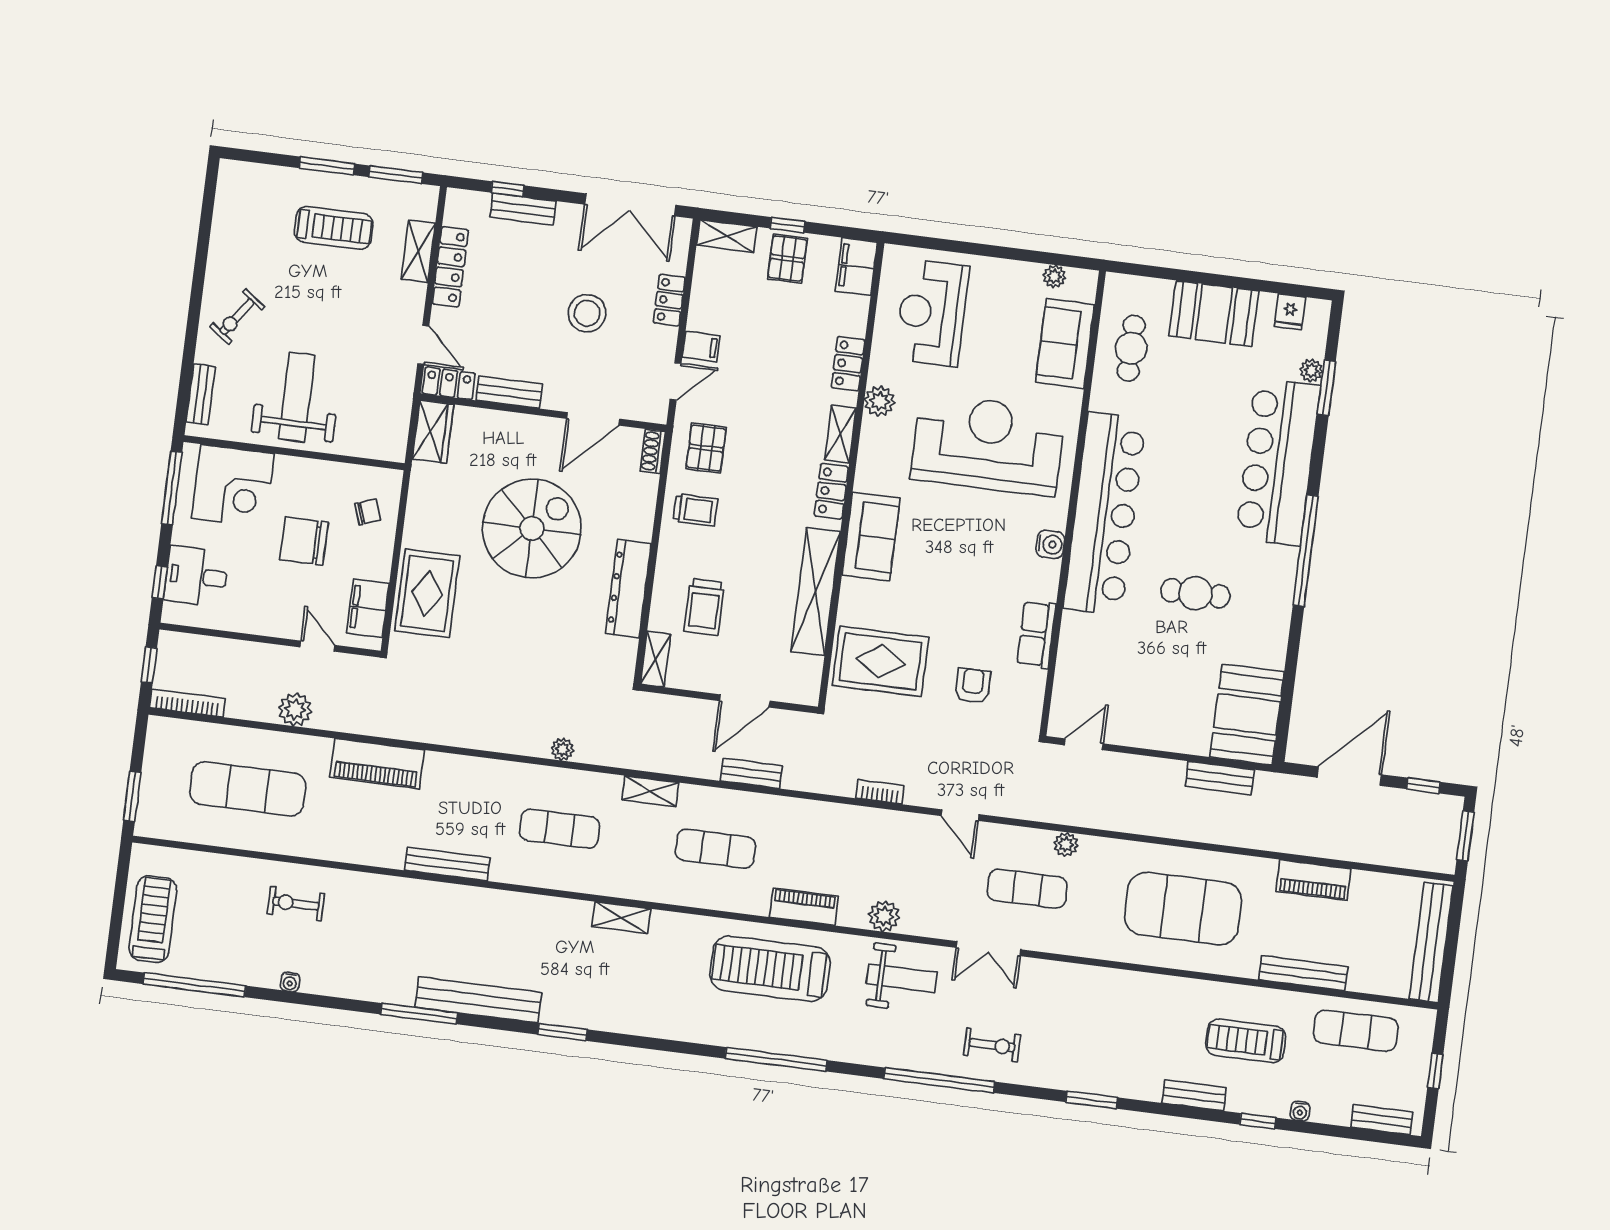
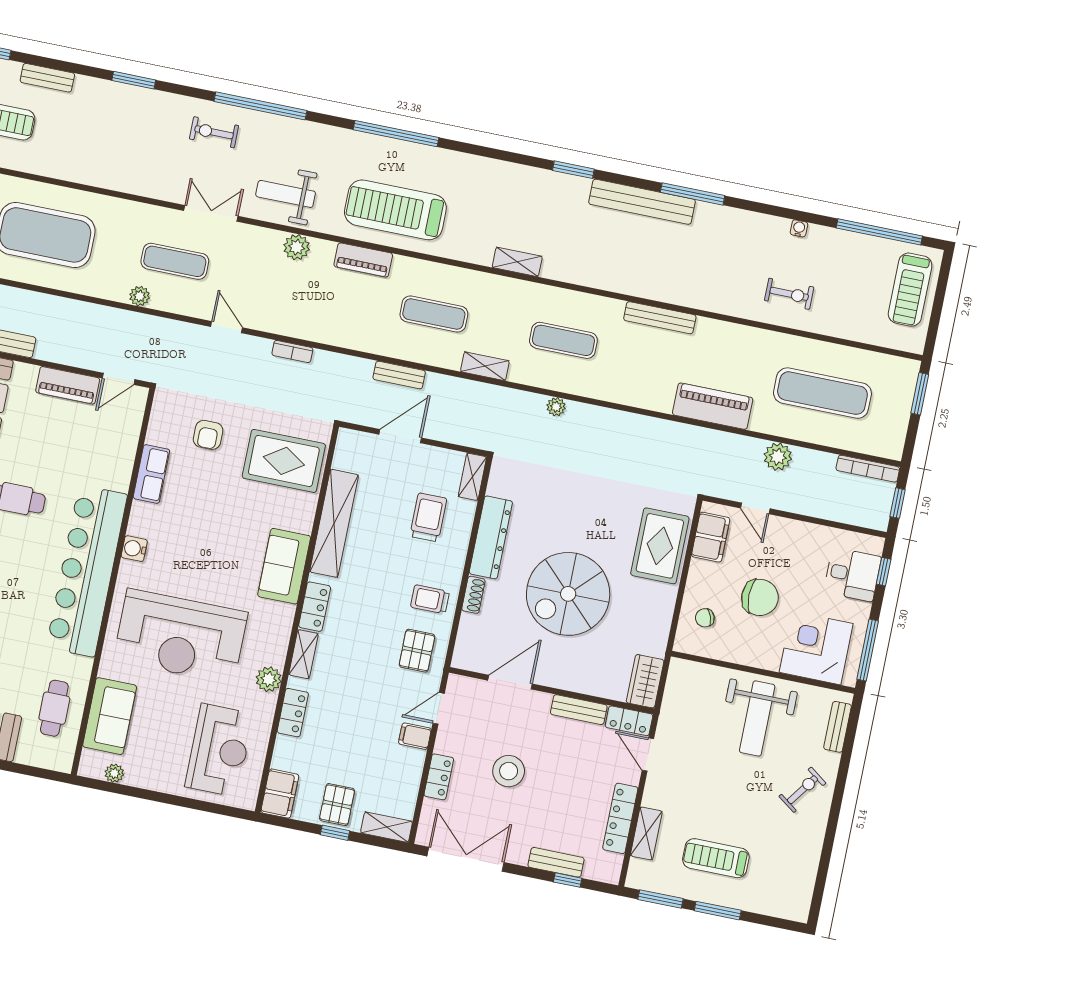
shoe rack: (653, 451) -> (473, 595), moved
piano: (1143, 732) -> (68, 385), added
treadmill: (770, 969) -> (395, 210), turned 180

